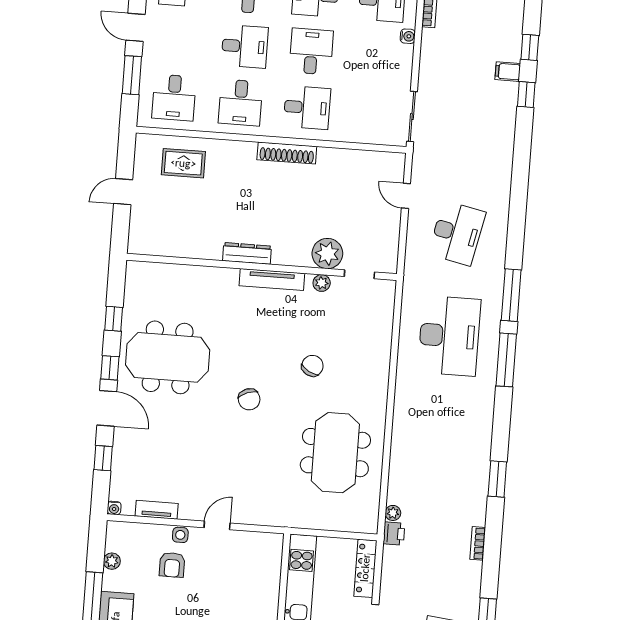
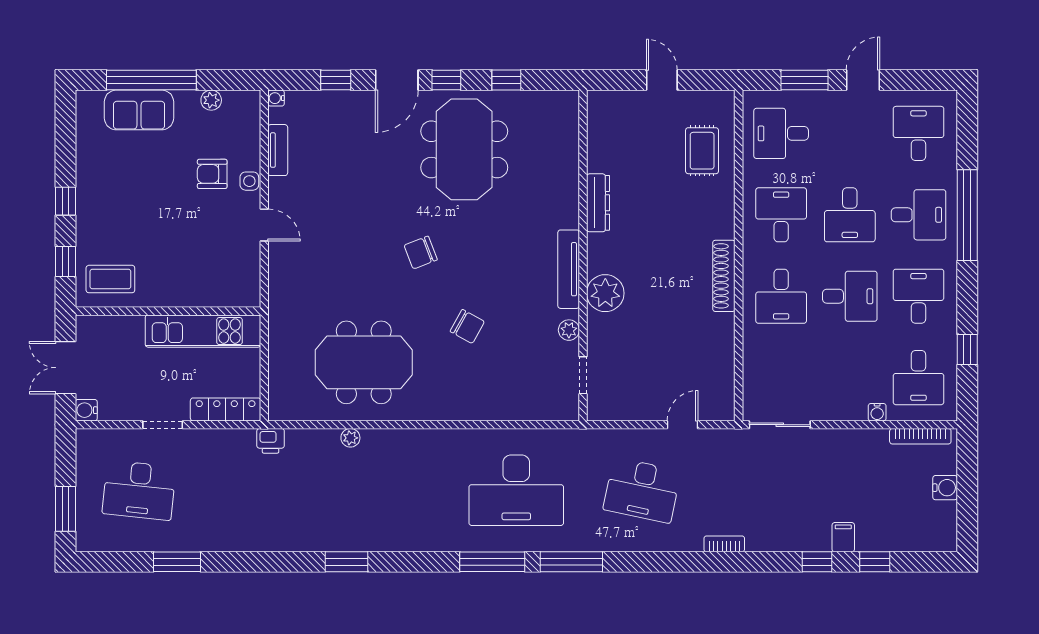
desk: (241, 103) -> (781, 215), turned 90
dresser: (247, 253) -> (598, 203), moved
plant: (327, 254) -> (605, 293), moved
plant: (393, 513) -> (350, 438), moved
bookcase: (478, 543) -> (724, 544), moved

